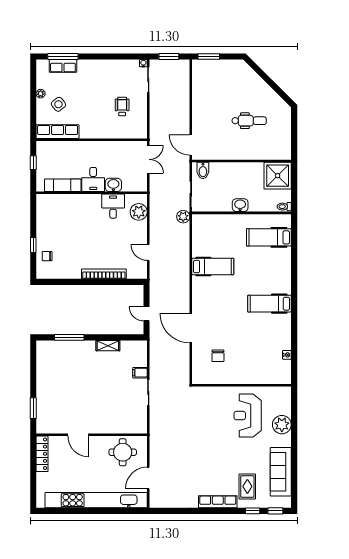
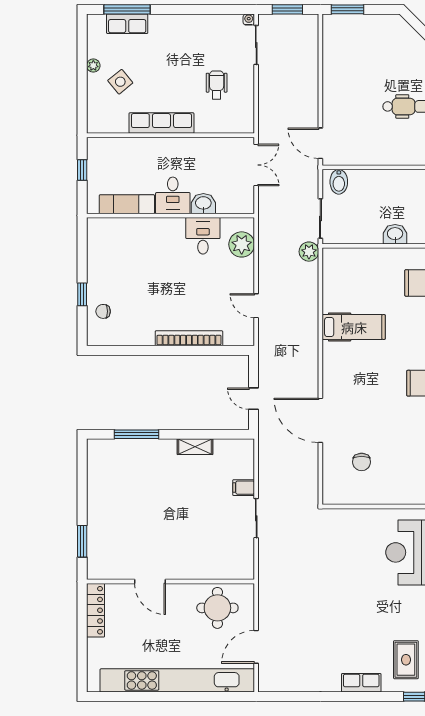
row of seats: (58, 132) -> (161, 123), moved
row of seats: (218, 502) -> (361, 683), width x0.68

